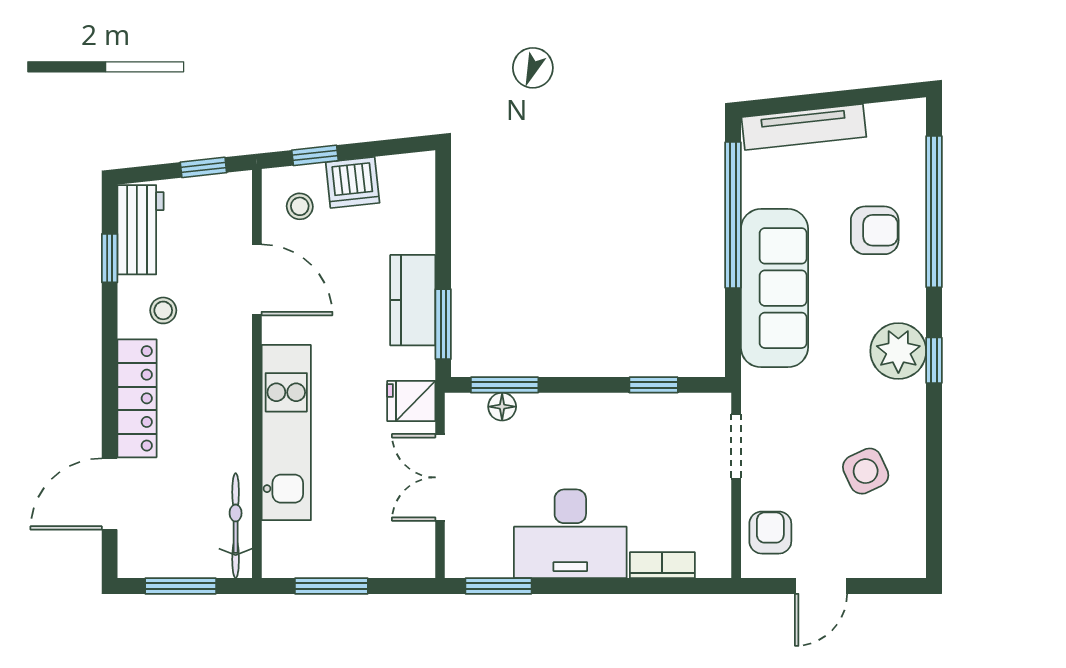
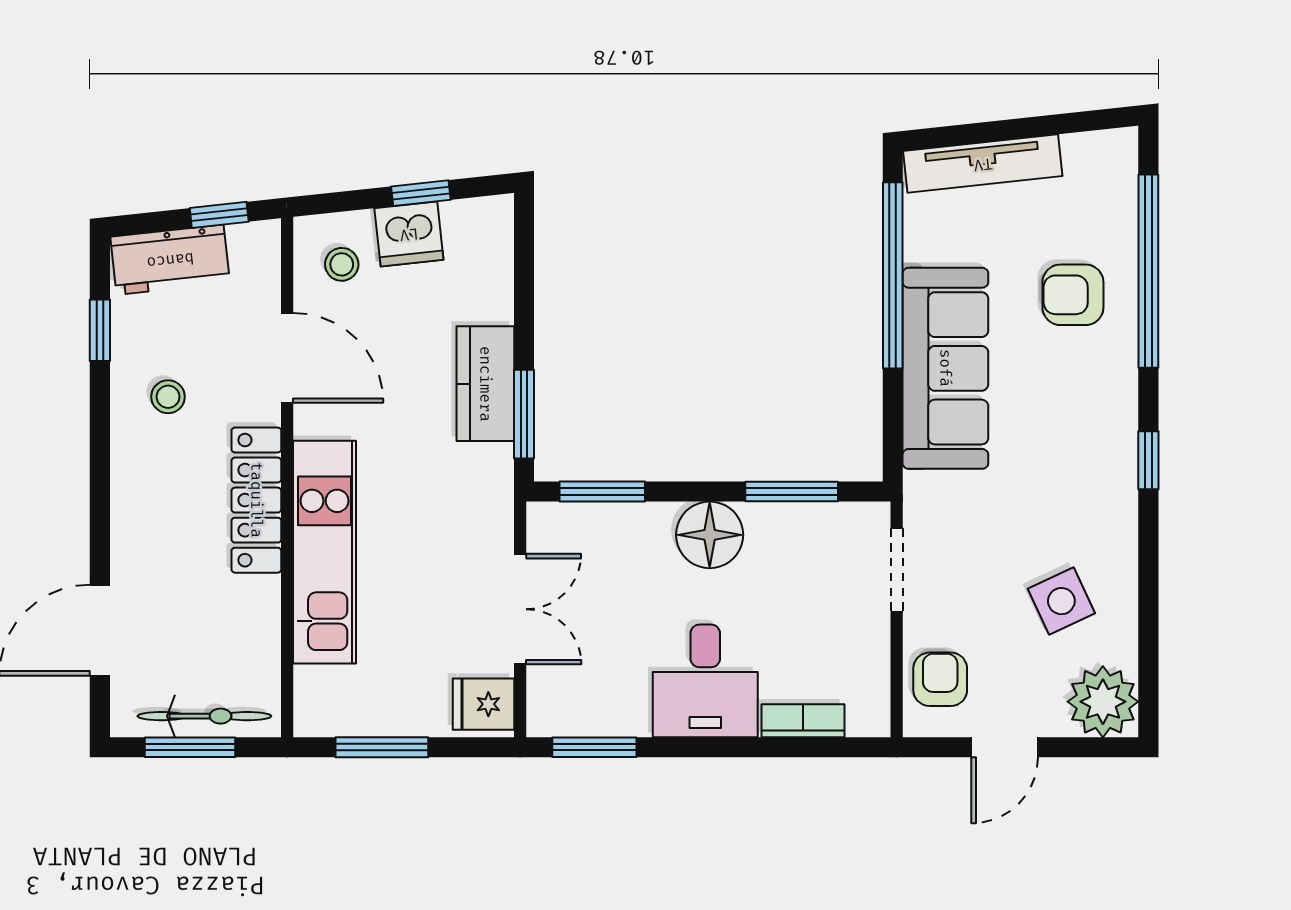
window: (315, 155) -> (421, 193), moved
workbench: (141, 230) -> (170, 260), moved, turned 84
armchair: (875, 230) -> (1073, 295), turned 180
plant: (898, 351) -> (1103, 702), moved
window: (654, 385) -> (792, 491), width x1.50
locker: (137, 398) -> (256, 500), moved, turned 180
fridge: (411, 401) -> (484, 704), moved
floor lamp: (502, 407) -> (710, 535), moved, width x1.89, depth x1.89
double door: (440, 477) -> (520, 609), swing flipped
bicycle: (236, 526) -> (204, 716), moved, turned 90
desk: (570, 534) -> (705, 681), width x0.73

